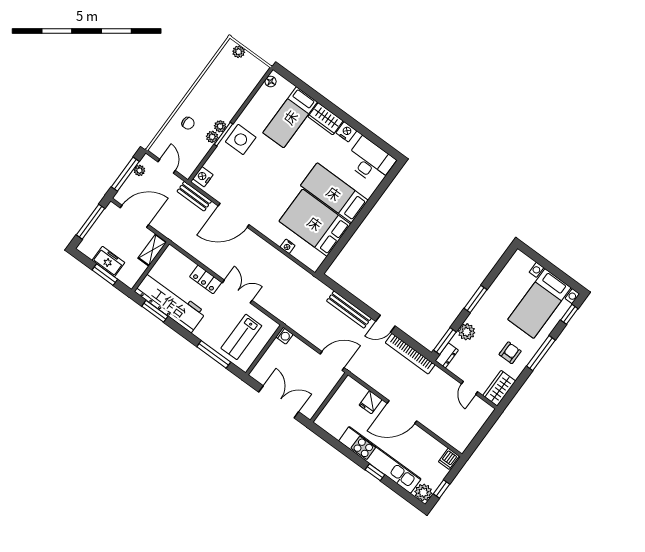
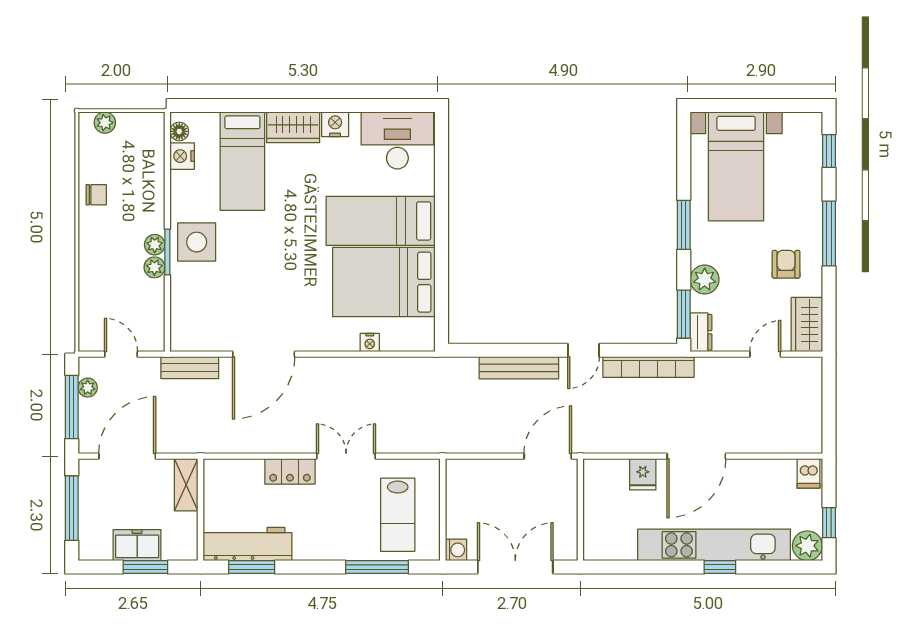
chair: (188, 123) -> (96, 195), moved
nightstand: (203, 177) -> (182, 156), moved
workbench: (170, 302) -> (247, 544), width x0.73, depth x0.76
bed with nightstands: (539, 303) -> (736, 166), moved
washing machine: (284, 336) -> (456, 550), moved
door: (469, 388) -> (765, 354), swing flipped

